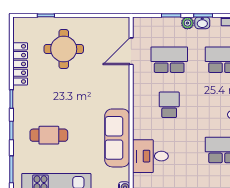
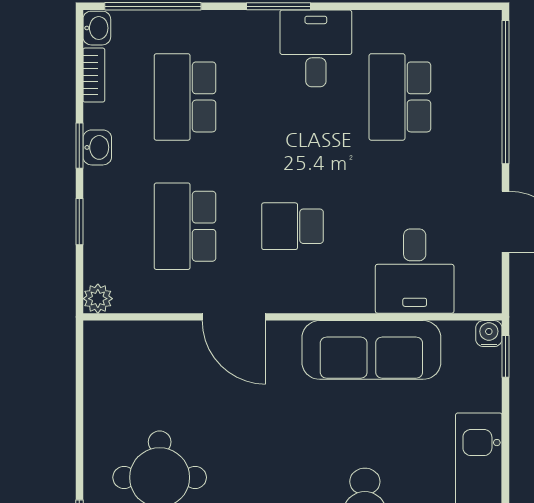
plant: (187, 23) -> (98, 299), moved
door: (131, 51) -> (234, 317), moved

